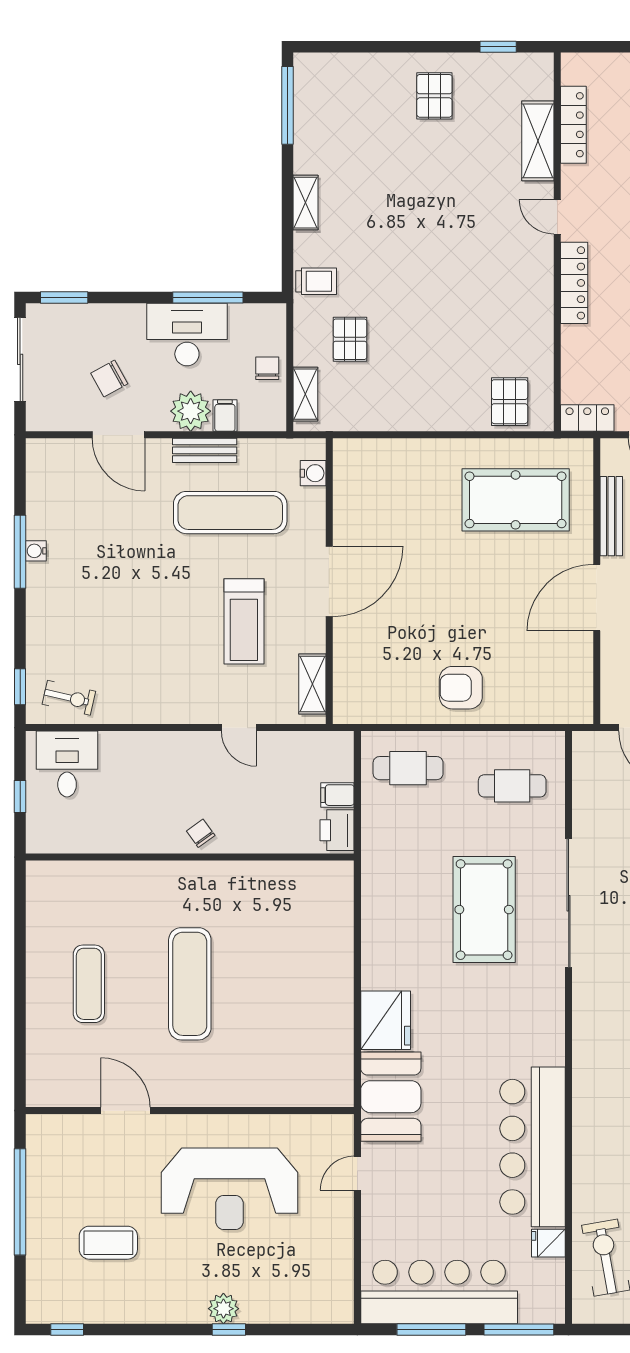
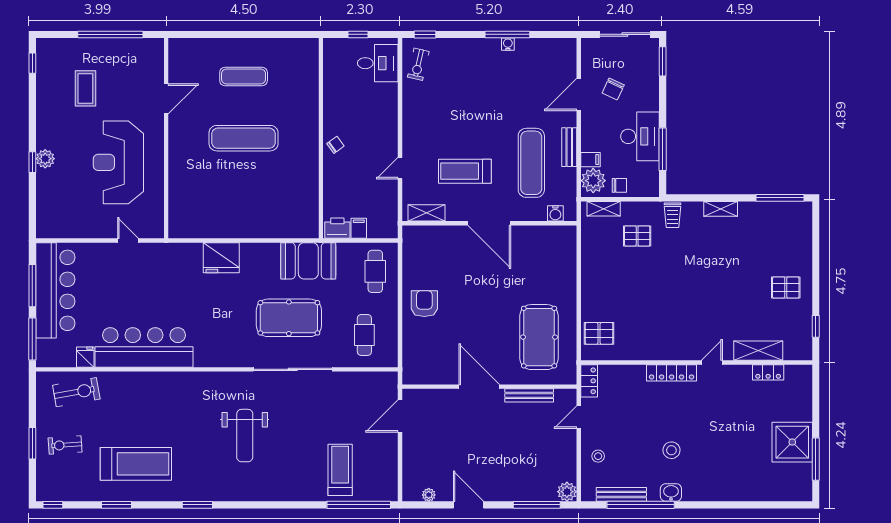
locker: (573, 125) -> (768, 372), width x0.66
chair: (109, 378) -> (613, 89), turned -126
plant: (191, 411) -> (593, 181), moved
booth: (391, 1097) -> (308, 261), moved

